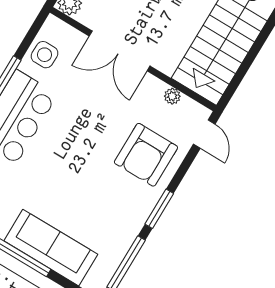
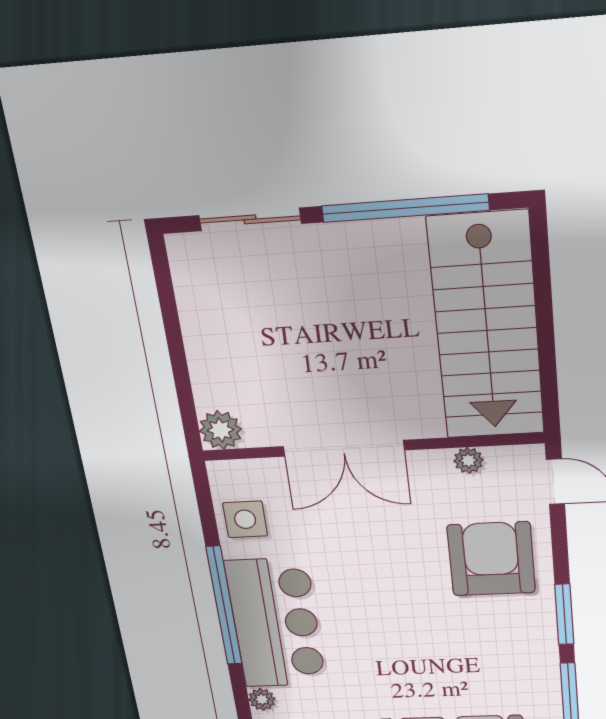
armchair: (146, 155) -> (491, 559), turned 180

